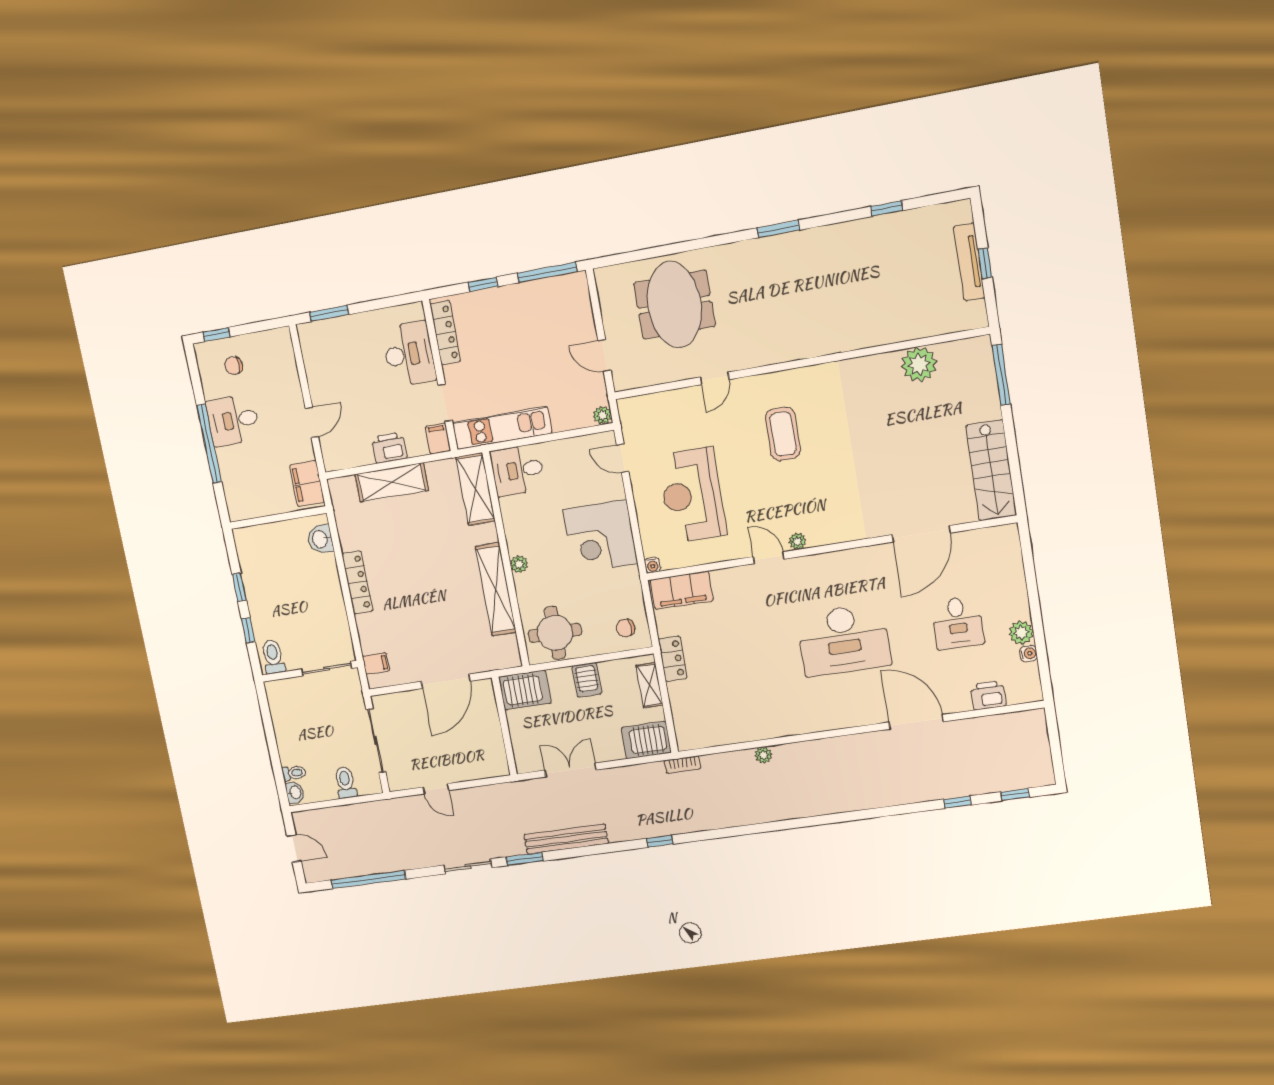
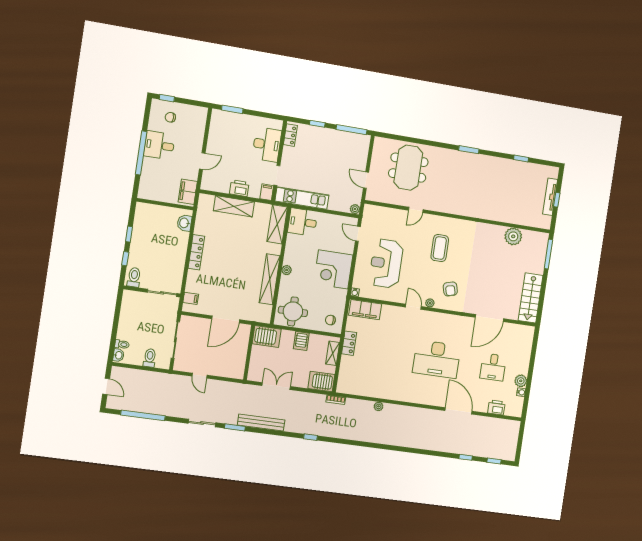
locker: (445, 333) -> (290, 135), width x0.66
armchair: (828, 503) -> (450, 289), added

